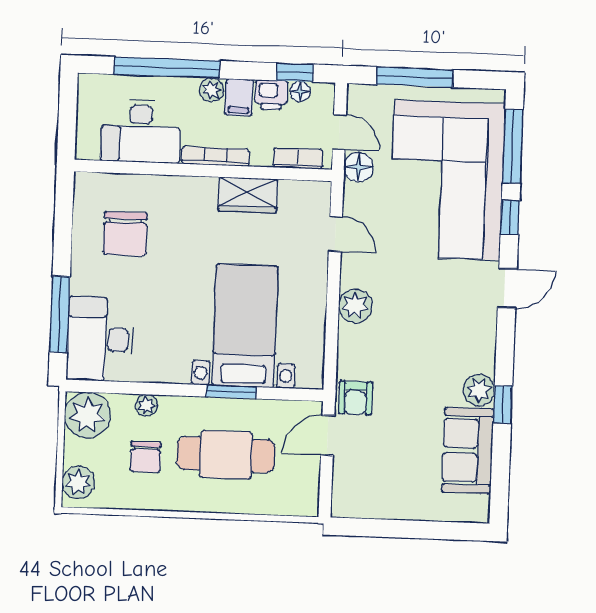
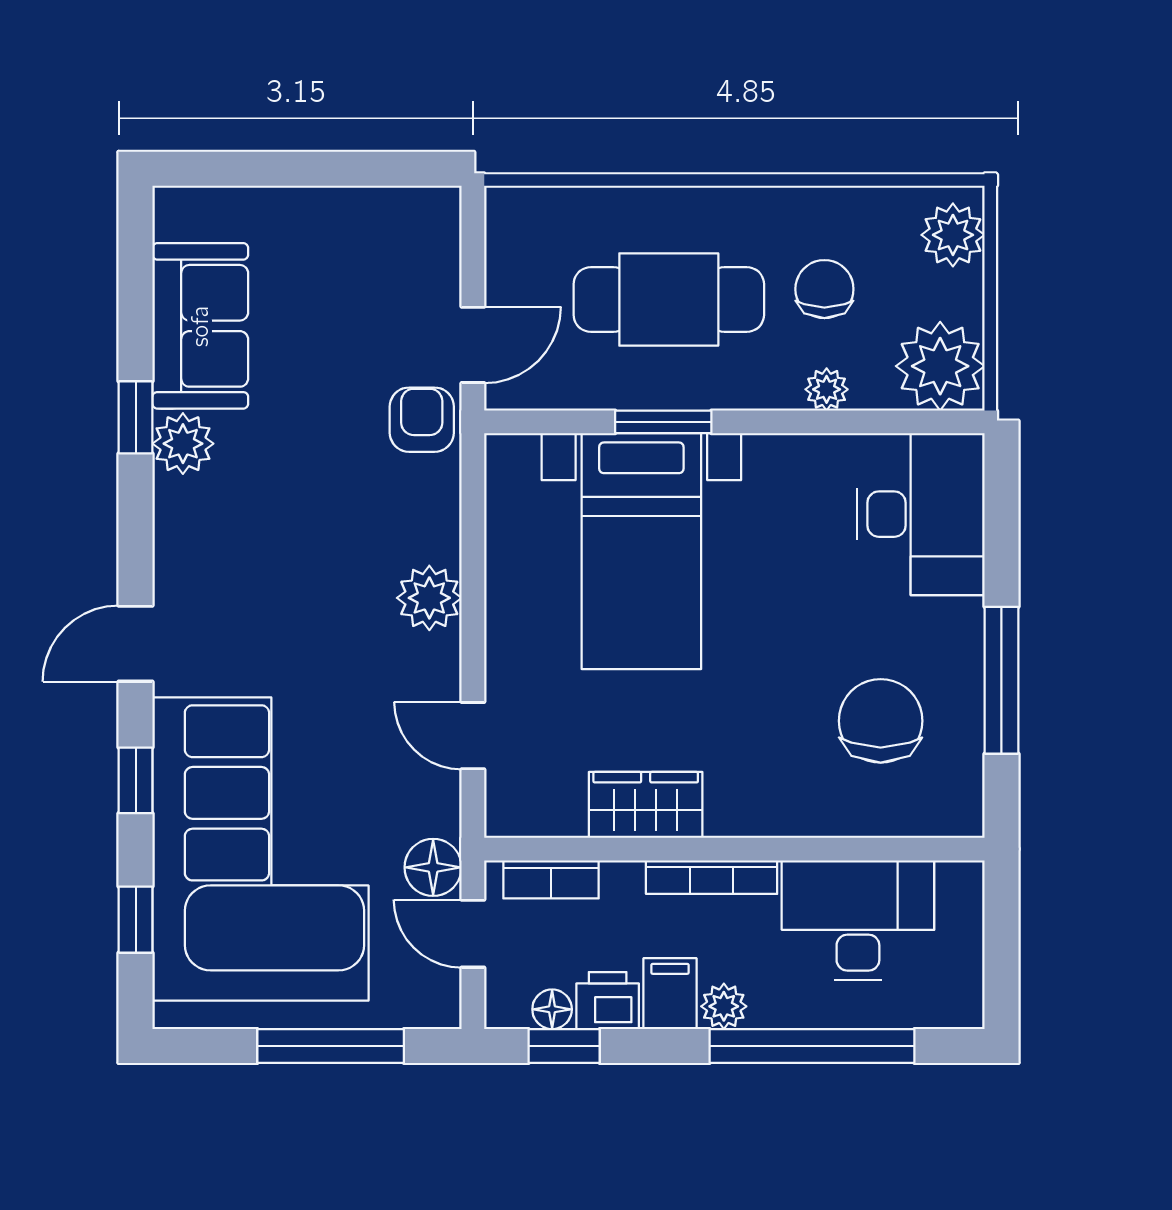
window: (513, 146) -> (136, 920), width x0.46
window: (60, 314) -> (1001, 680), moved

